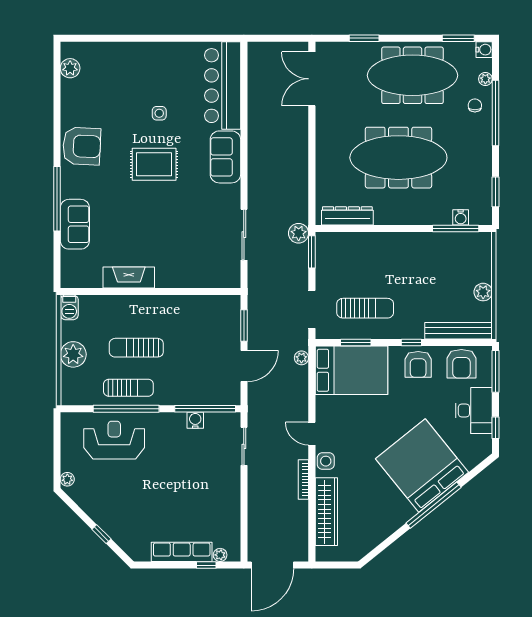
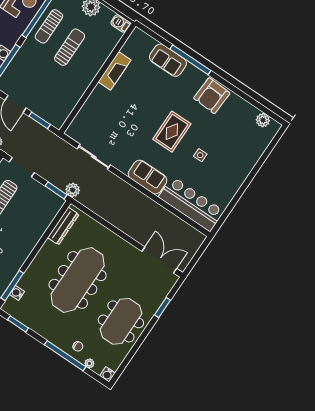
window: (458, 38) -> (125, 364), removed
meeting table: (413, 75) -> (121, 321), width x0.73

